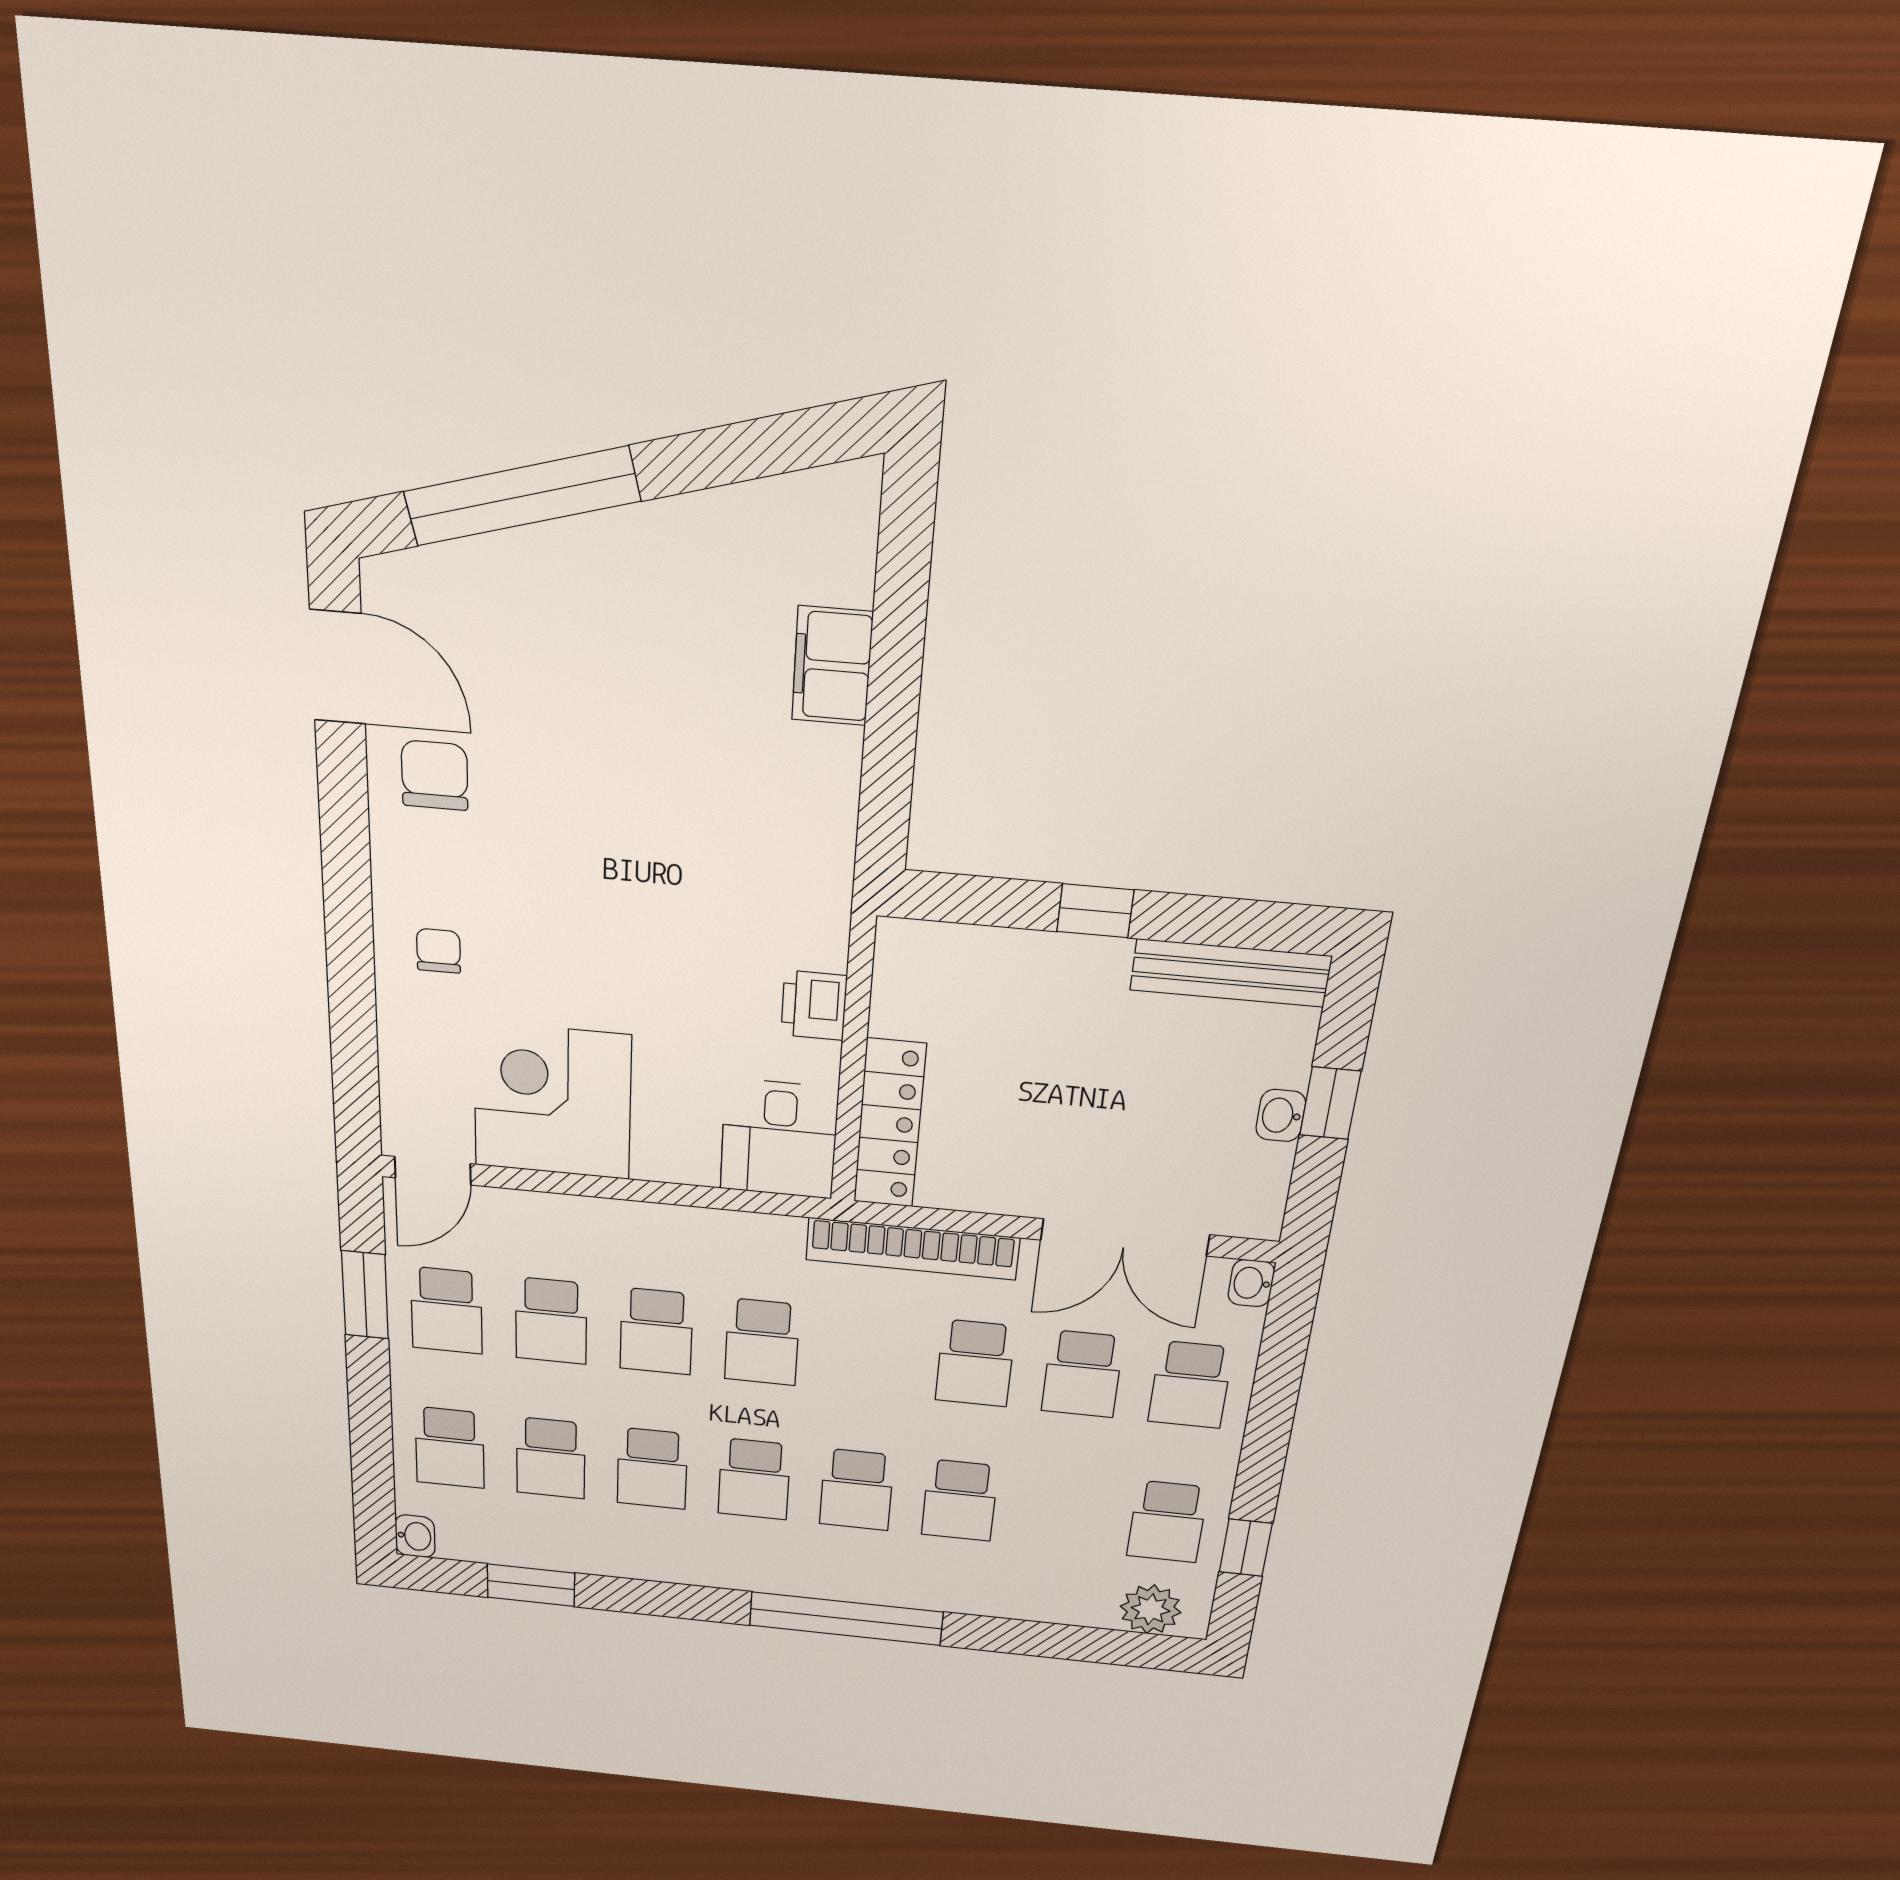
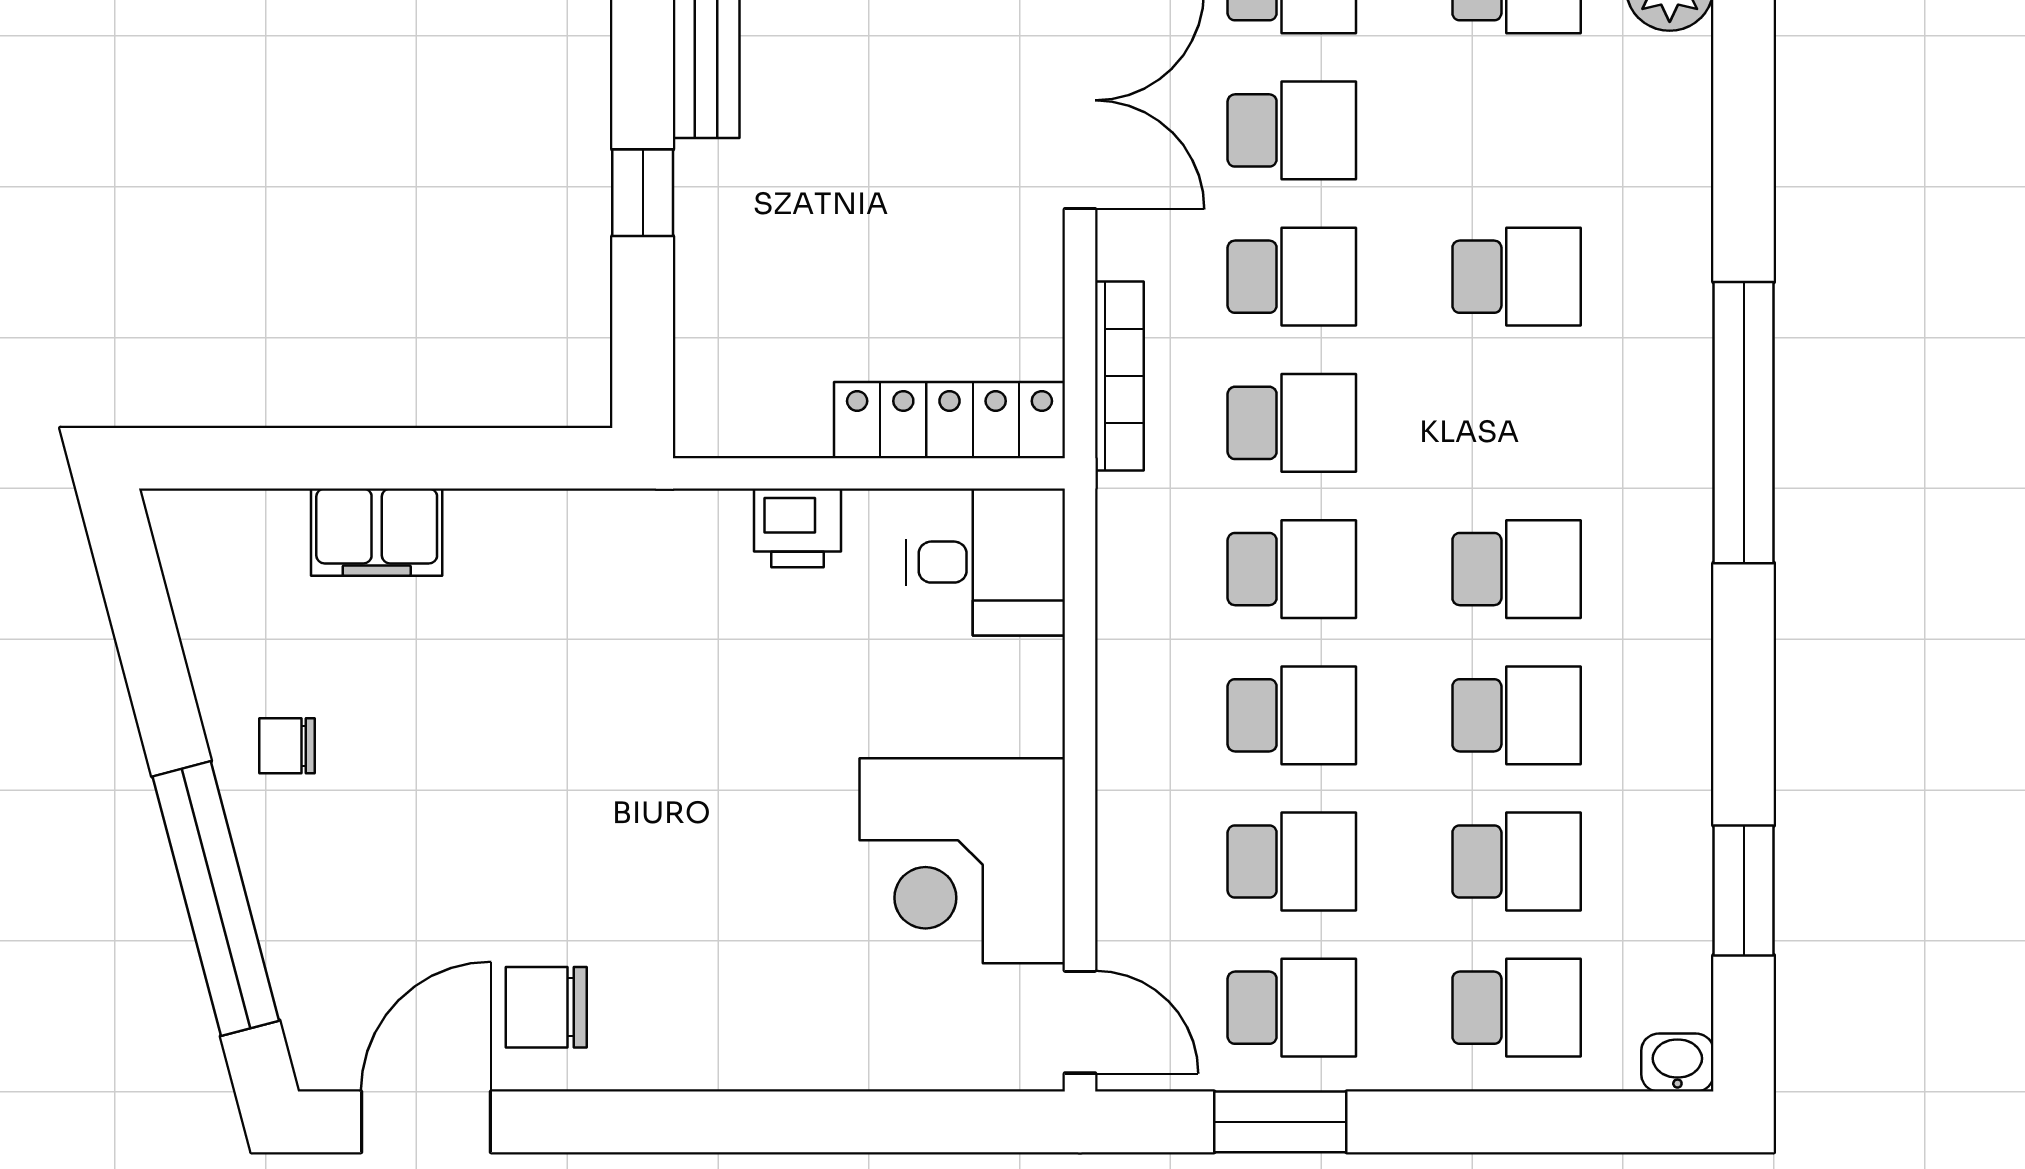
chair: (439, 951) -> (287, 746), moved
bookcase: (912, 1249) -> (1119, 376), width x0.68, depth x0.76
school desk: (857, 1490) -> (1292, 423), moved

